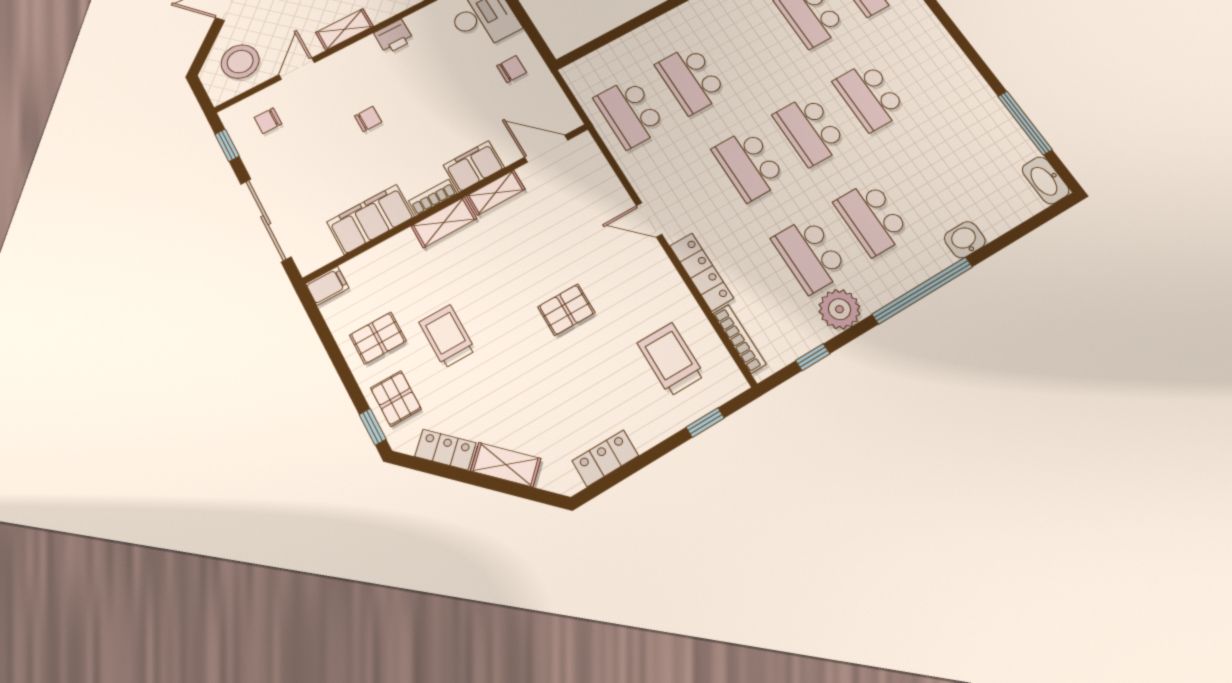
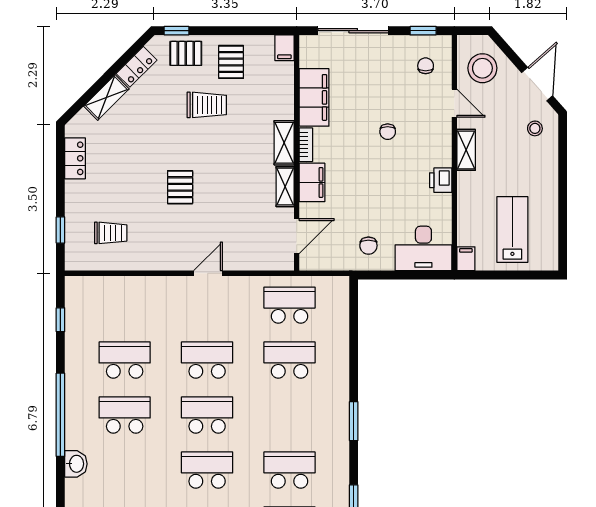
locker: (702, 272) -> (154, 285), removed
plant: (839, 309) -> (80, 356), removed
bookcase: (739, 339) -> (98, 282), removed
trolley: (671, 359) -> (111, 233), width x0.73, depth x0.72

